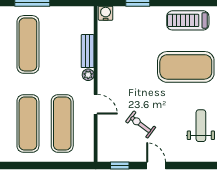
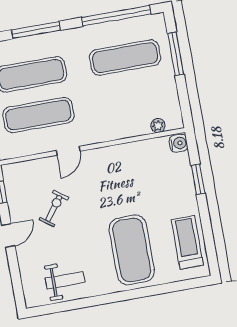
bench: (88, 51) -> (130, 130), removed
plant: (88, 75) -> (158, 126), moved

